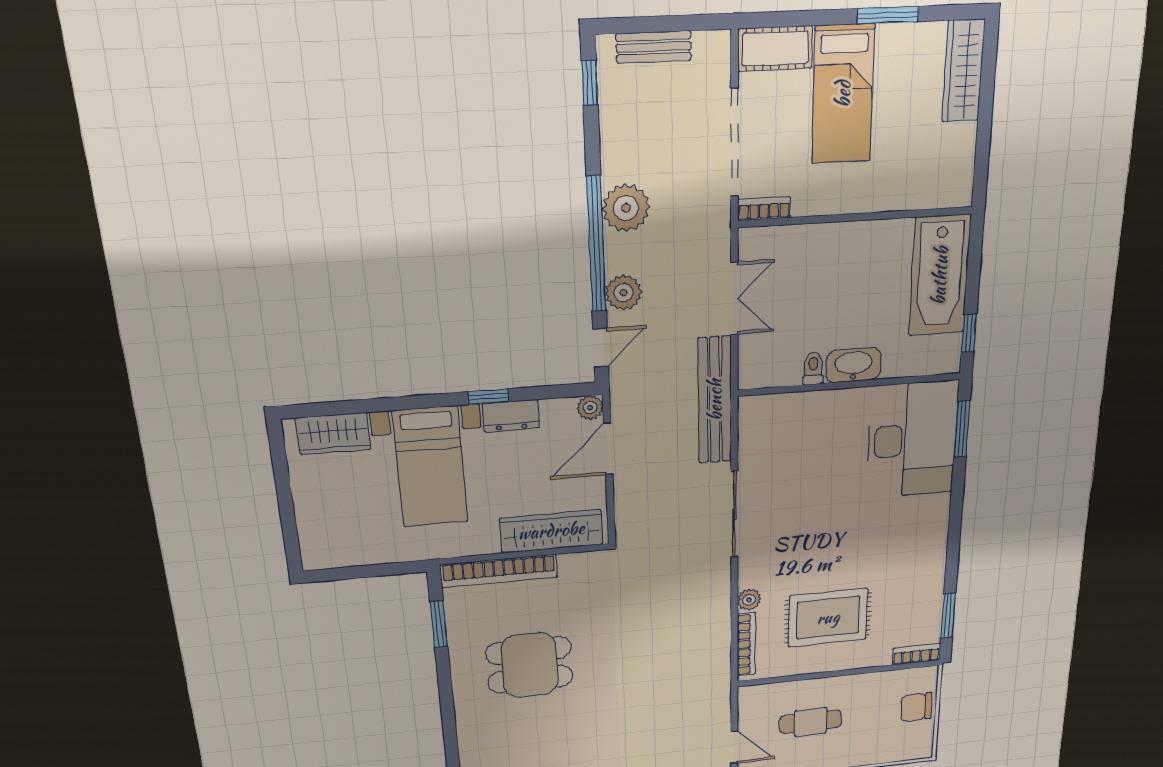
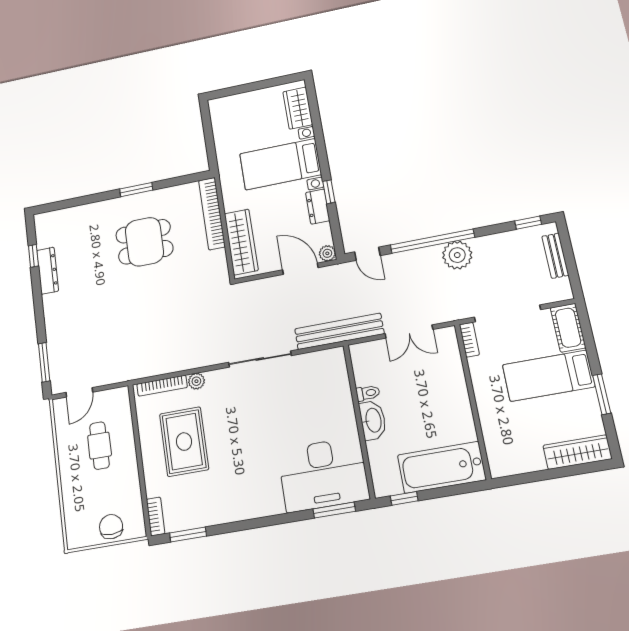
plant: (623, 293) -> (404, 262), removed
window: (439, 624) -> (136, 190), moved
dining table: (530, 665) -> (144, 242), turned 90

